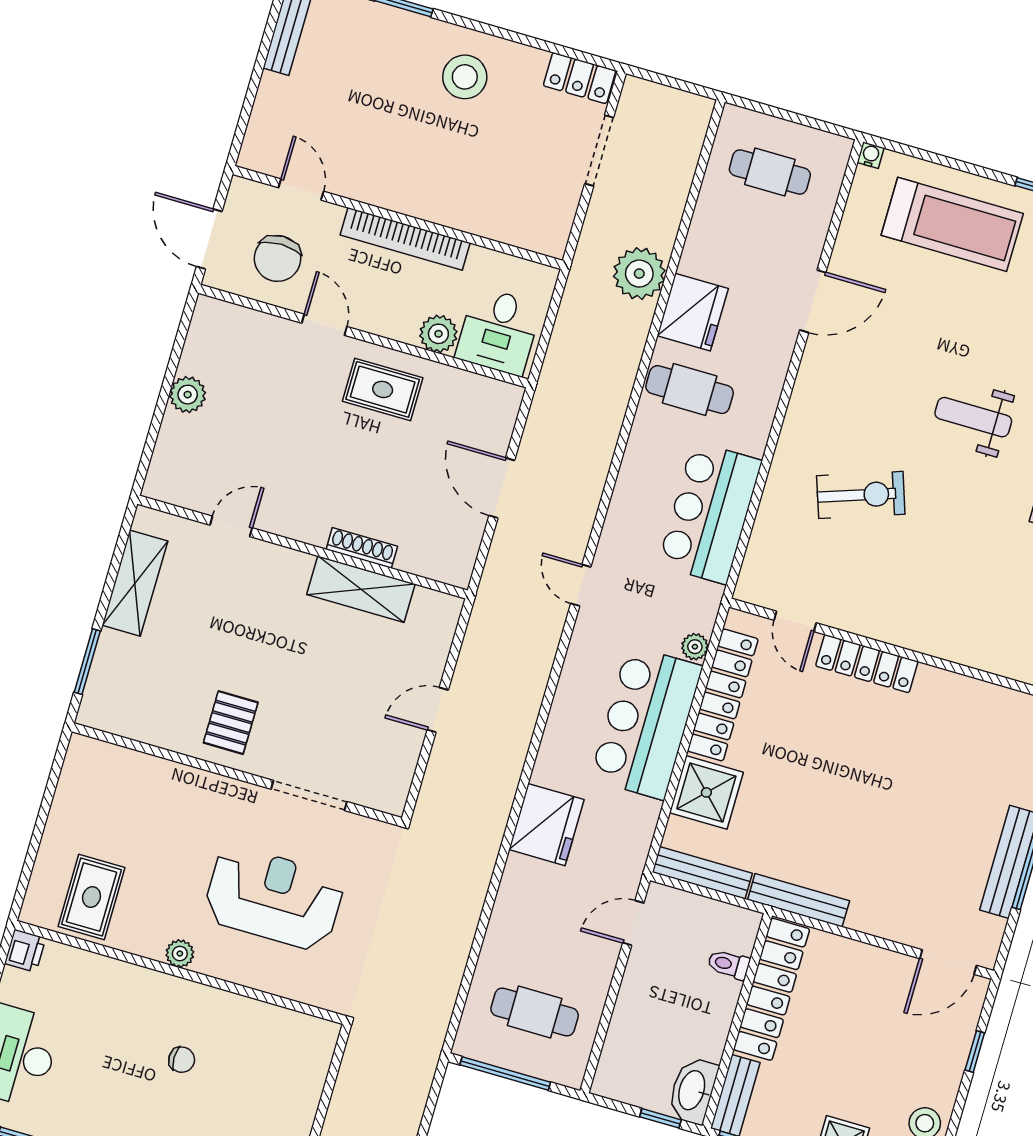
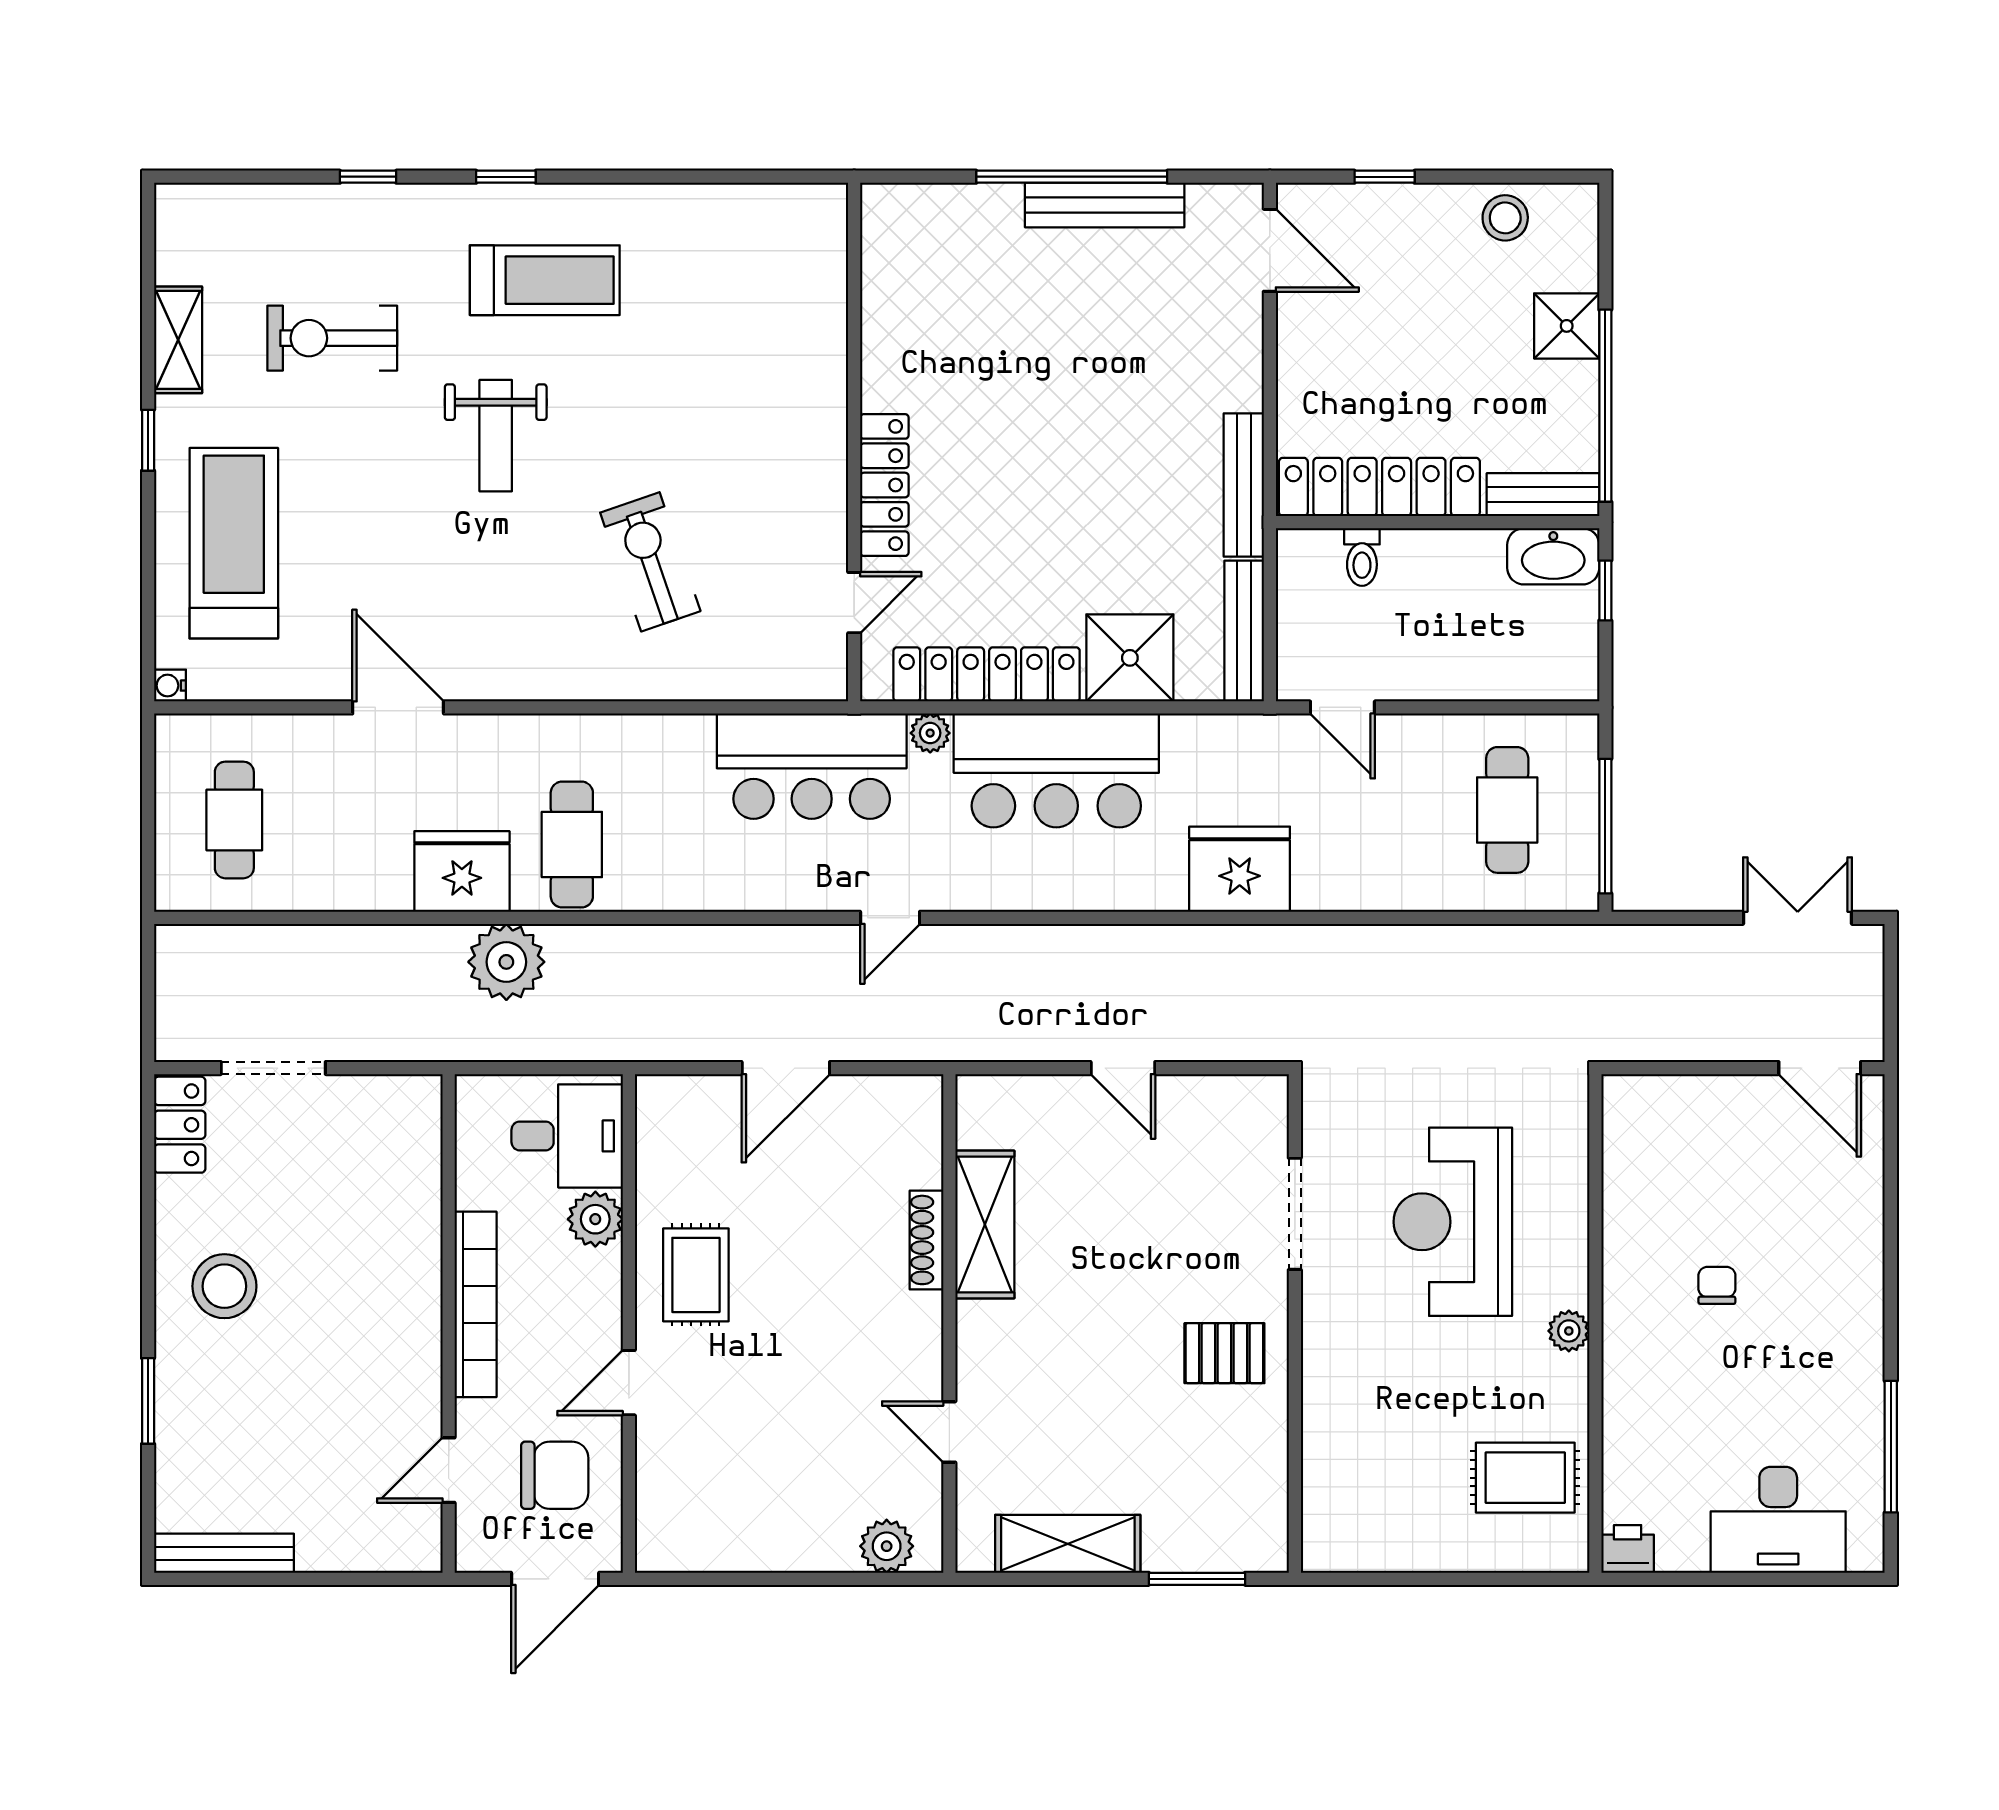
plant: (639, 274) -> (506, 962), moved
plant: (188, 395) -> (887, 1546), moved
bar counter: (710, 513) -> (812, 766), moved

